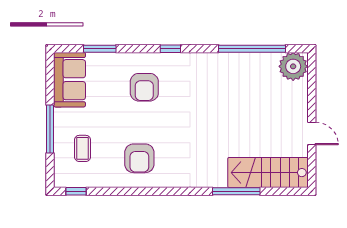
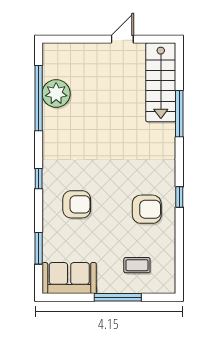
plant: (293, 66) -> (56, 93), moved
window: (76, 191) -> (179, 197), moved

